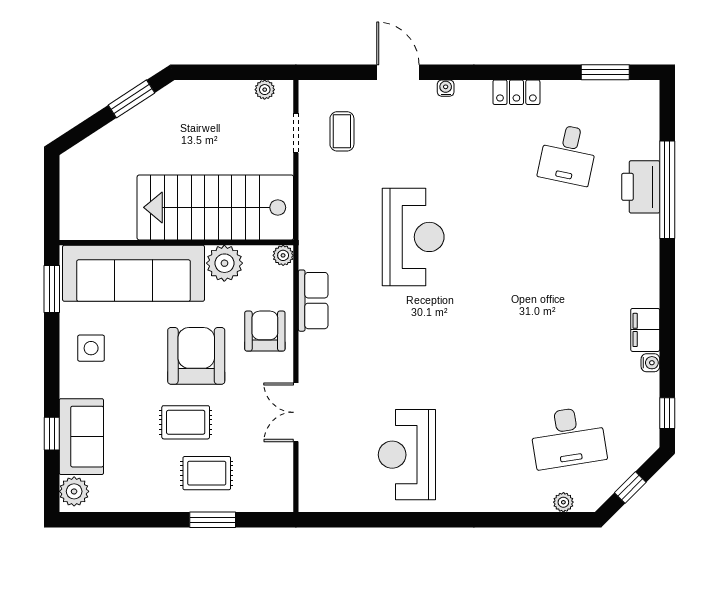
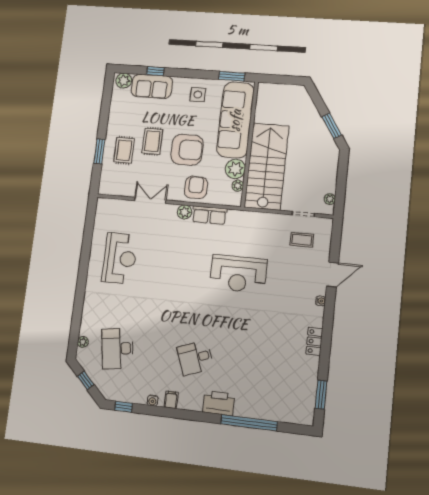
desk: (568, 155) -> (195, 358), moved, turned -33
printer: (641, 187) -> (219, 403), moved
plant: (283, 255) -> (238, 186), moved
filing cabinet: (645, 330) -> (171, 400), width x0.50
armchair: (265, 331) -> (196, 187), turned -90
plant: (312, 346) -> (185, 212), added
reception desk: (407, 455) -> (120, 258), turned 90

